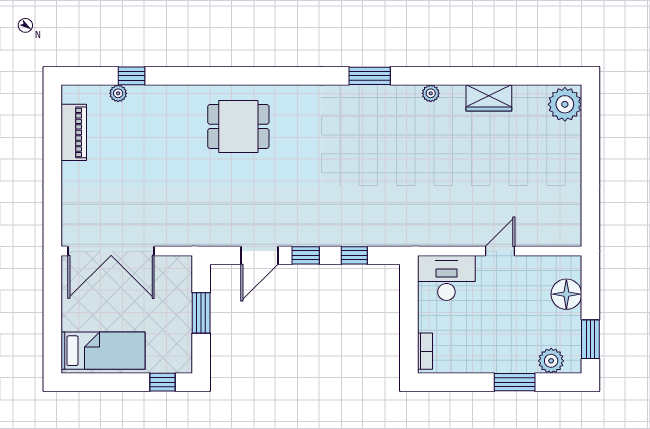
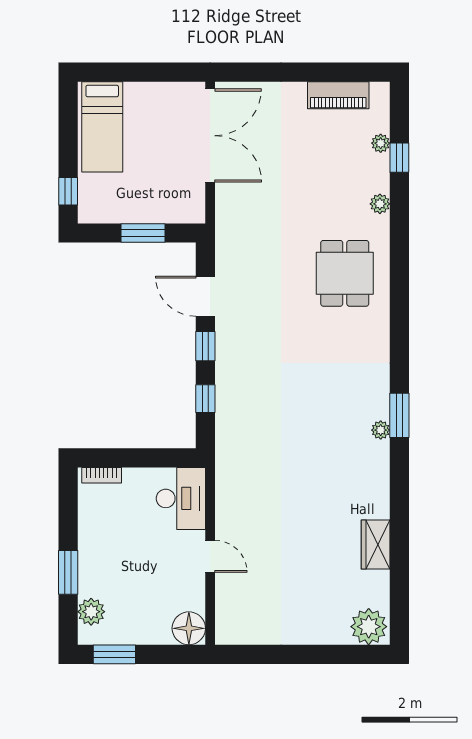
plant: (431, 93) -> (381, 430), moved
plant: (174, 94) -> (380, 204), added
double door: (111, 251) -> (210, 136), swing flipped
floor lamp: (566, 294) -> (189, 628), moved

